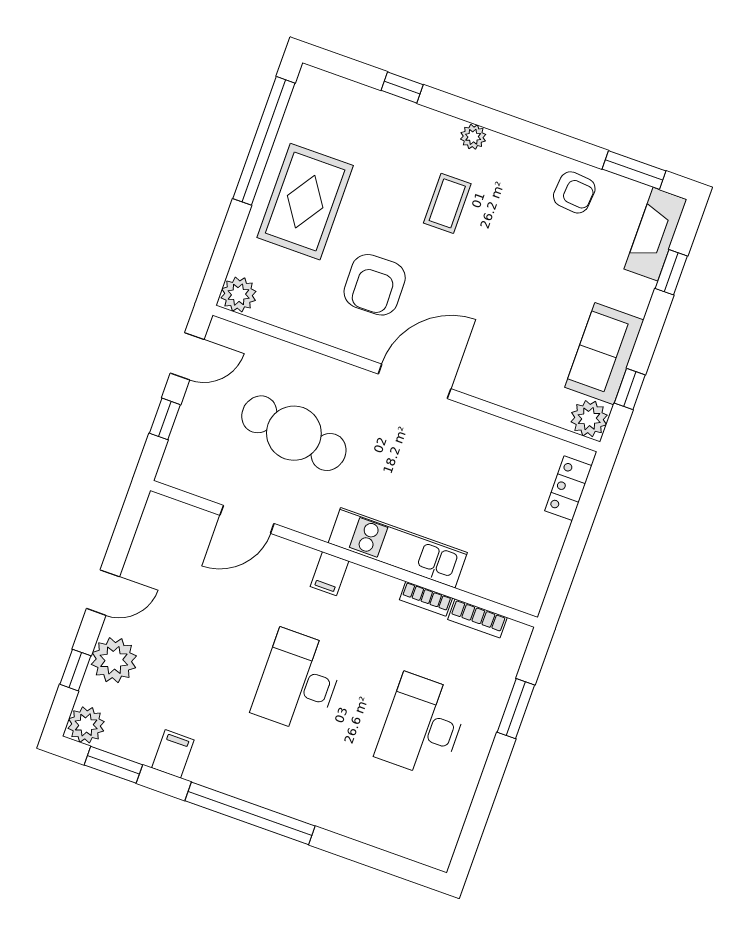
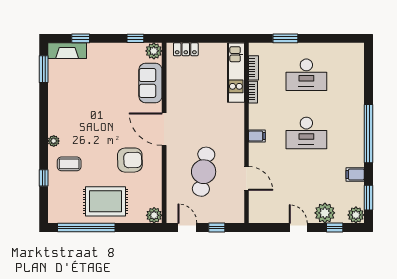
armchair: (574, 192) -> (62, 91), removed
coffee table: (447, 203) -> (69, 164), moved
sofa: (604, 354) -> (150, 83), moved, turned 90
kitchen unit: (398, 548) -> (236, 73), moved

